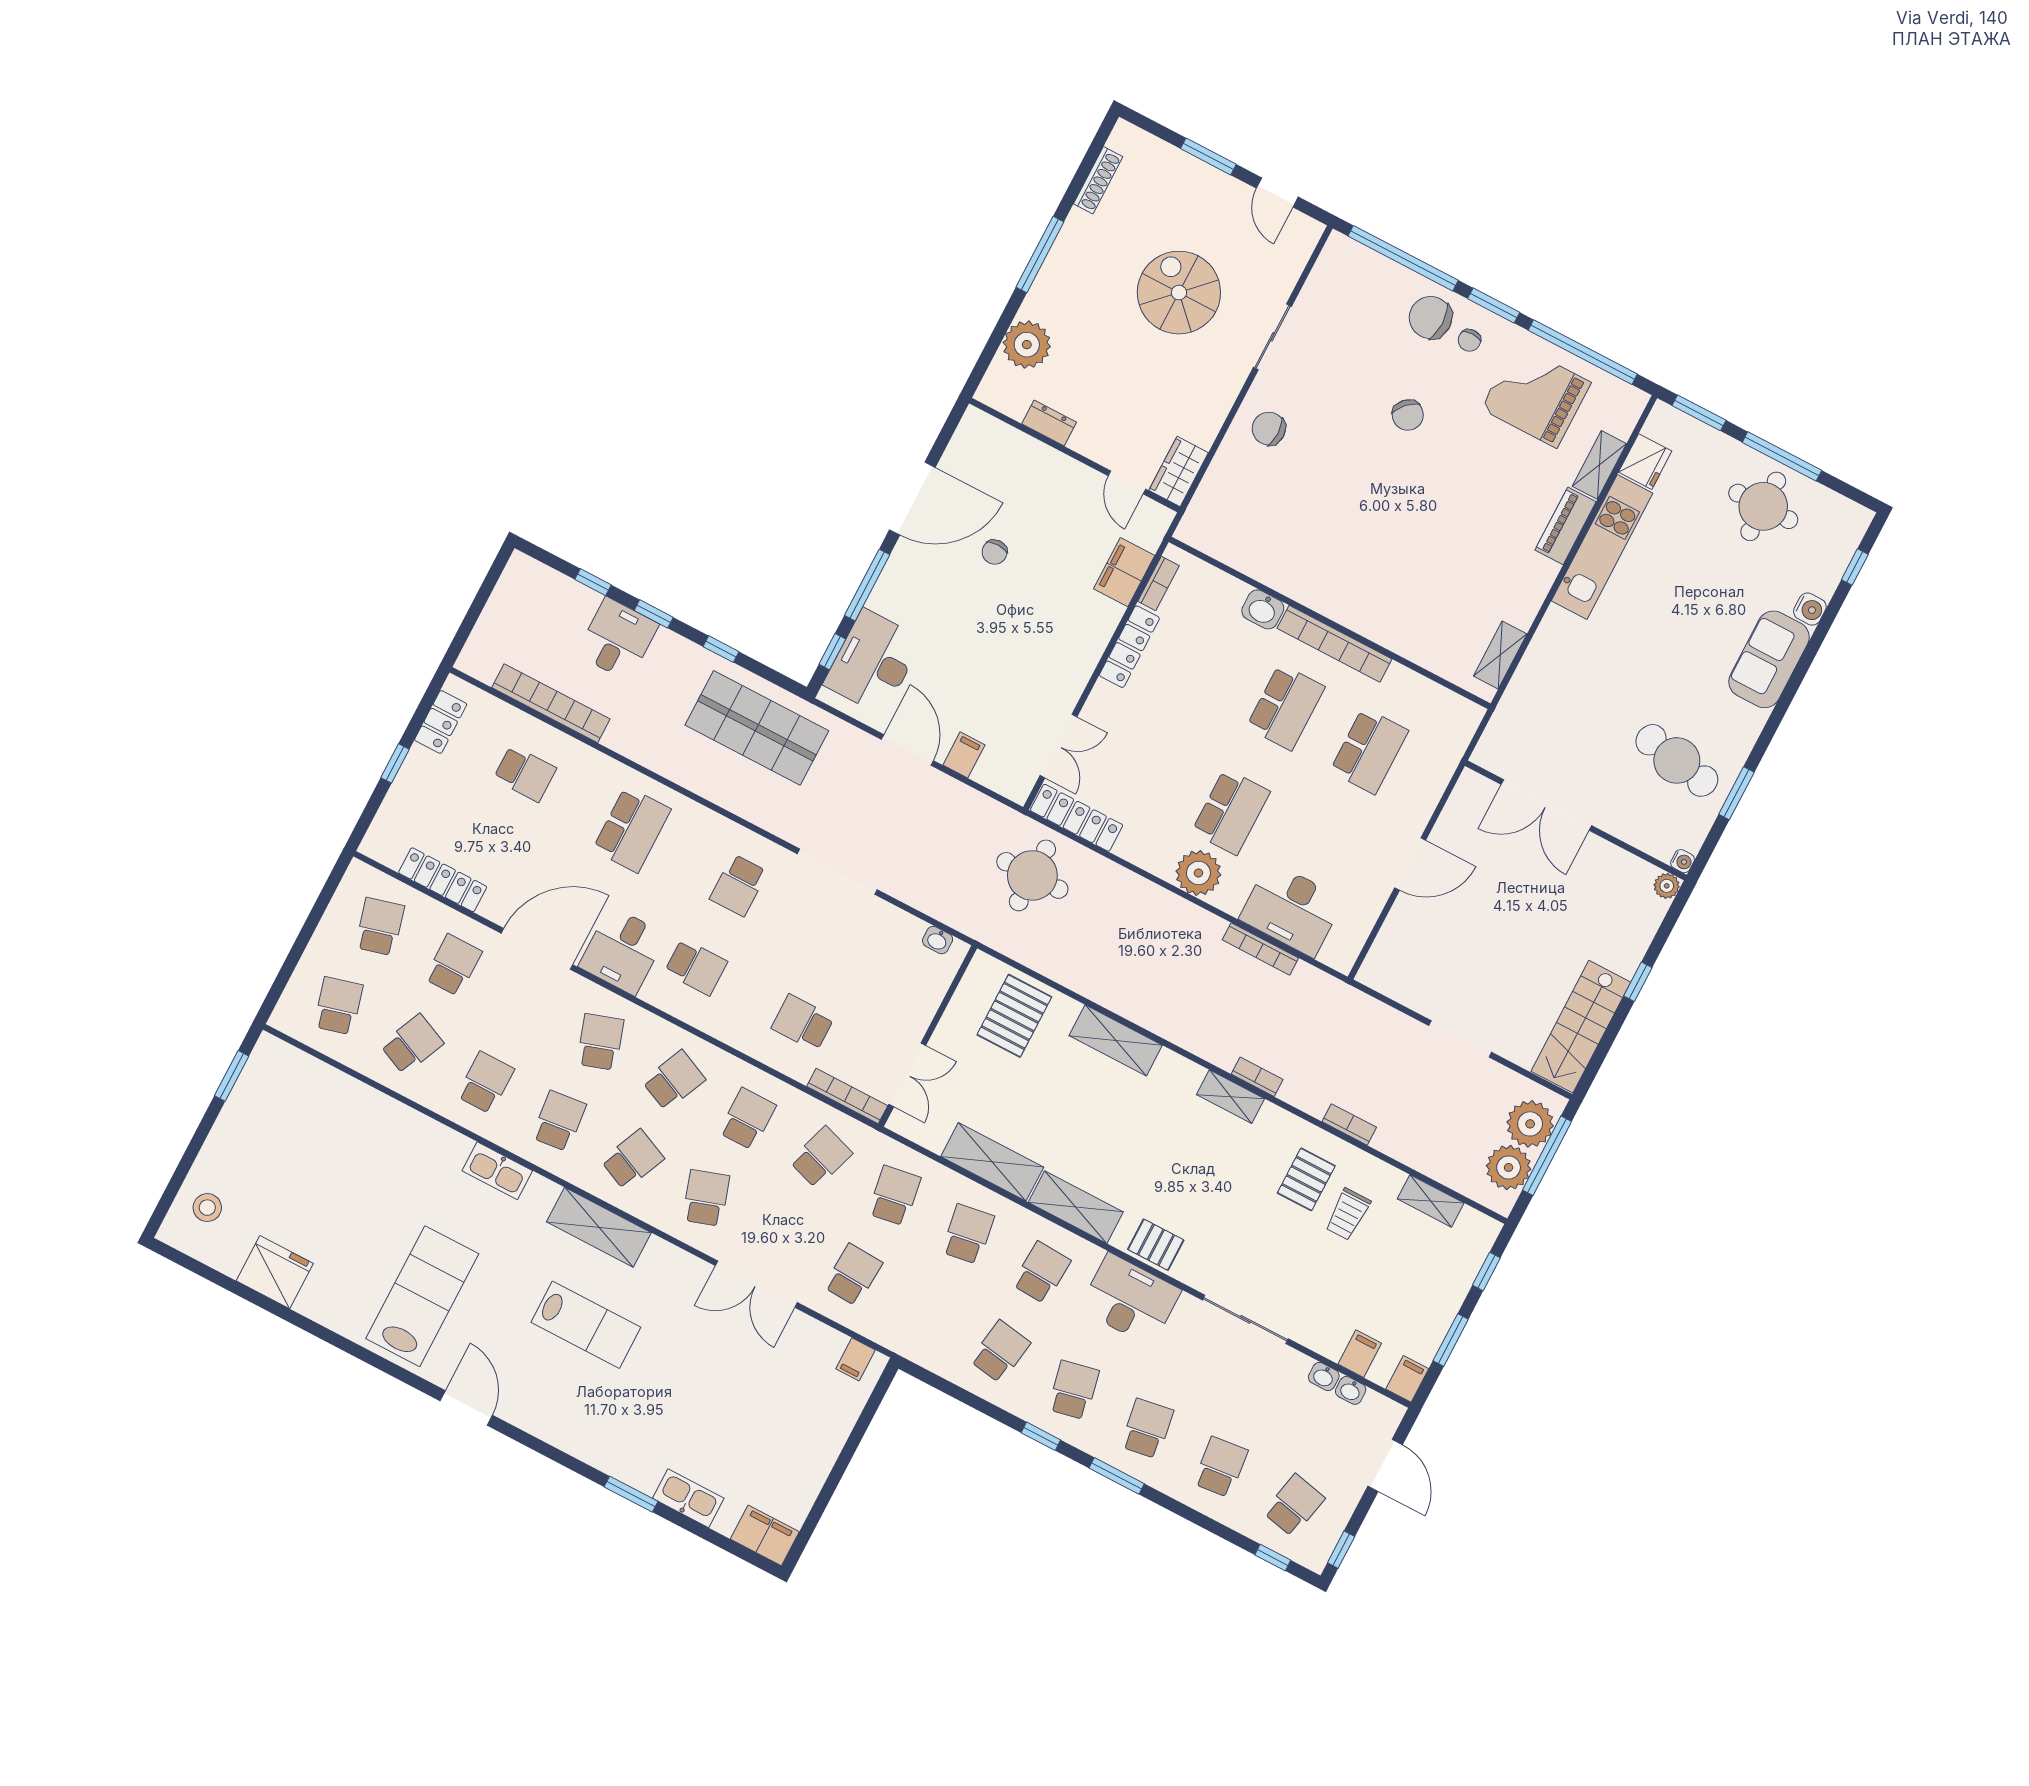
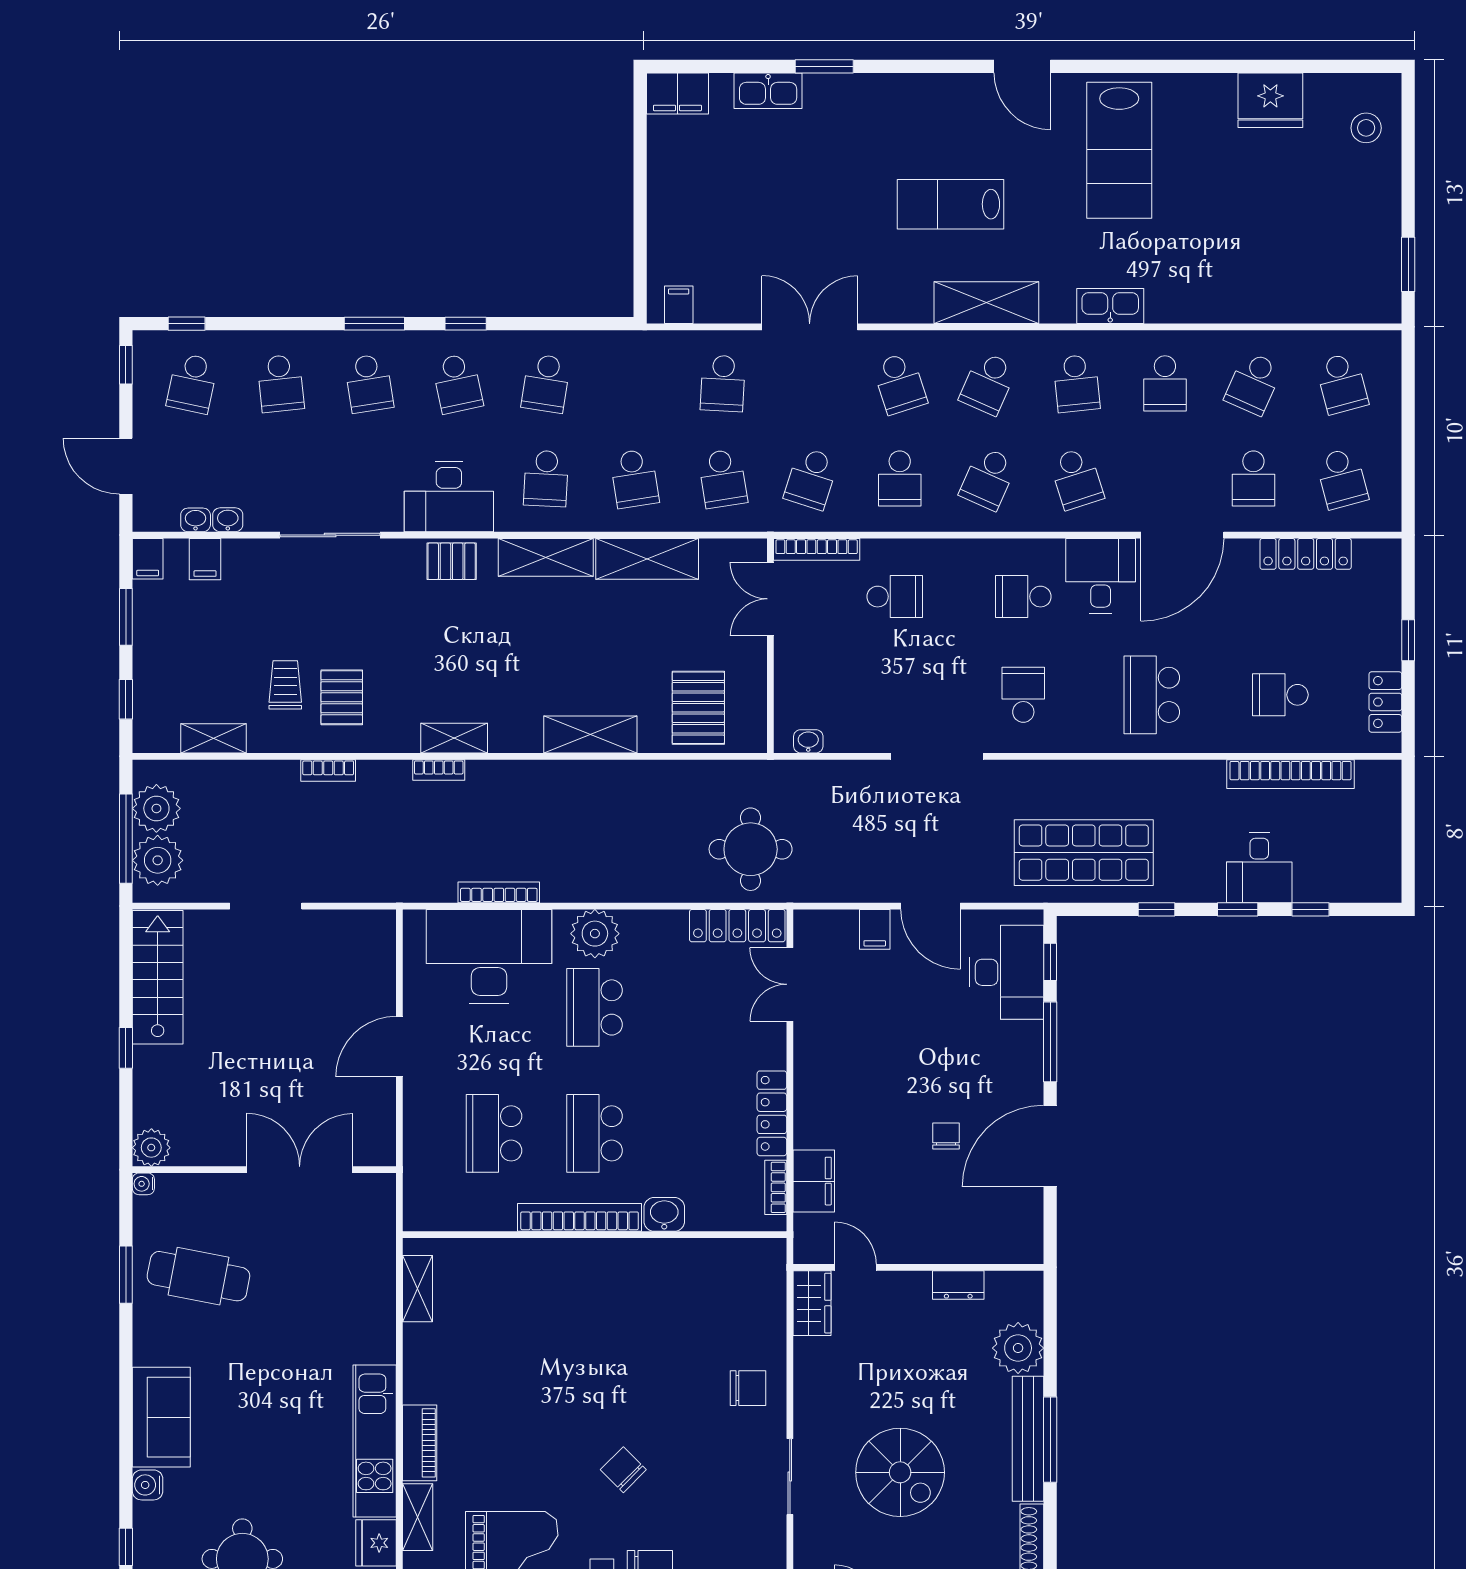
bench: (1058, 265) -> (1028, 1439), added
plant: (1667, 886) -> (151, 1148), width x1.38, depth x1.38
desk: (1292, 909) -> (489, 956), width x1.36, depth x1.30

